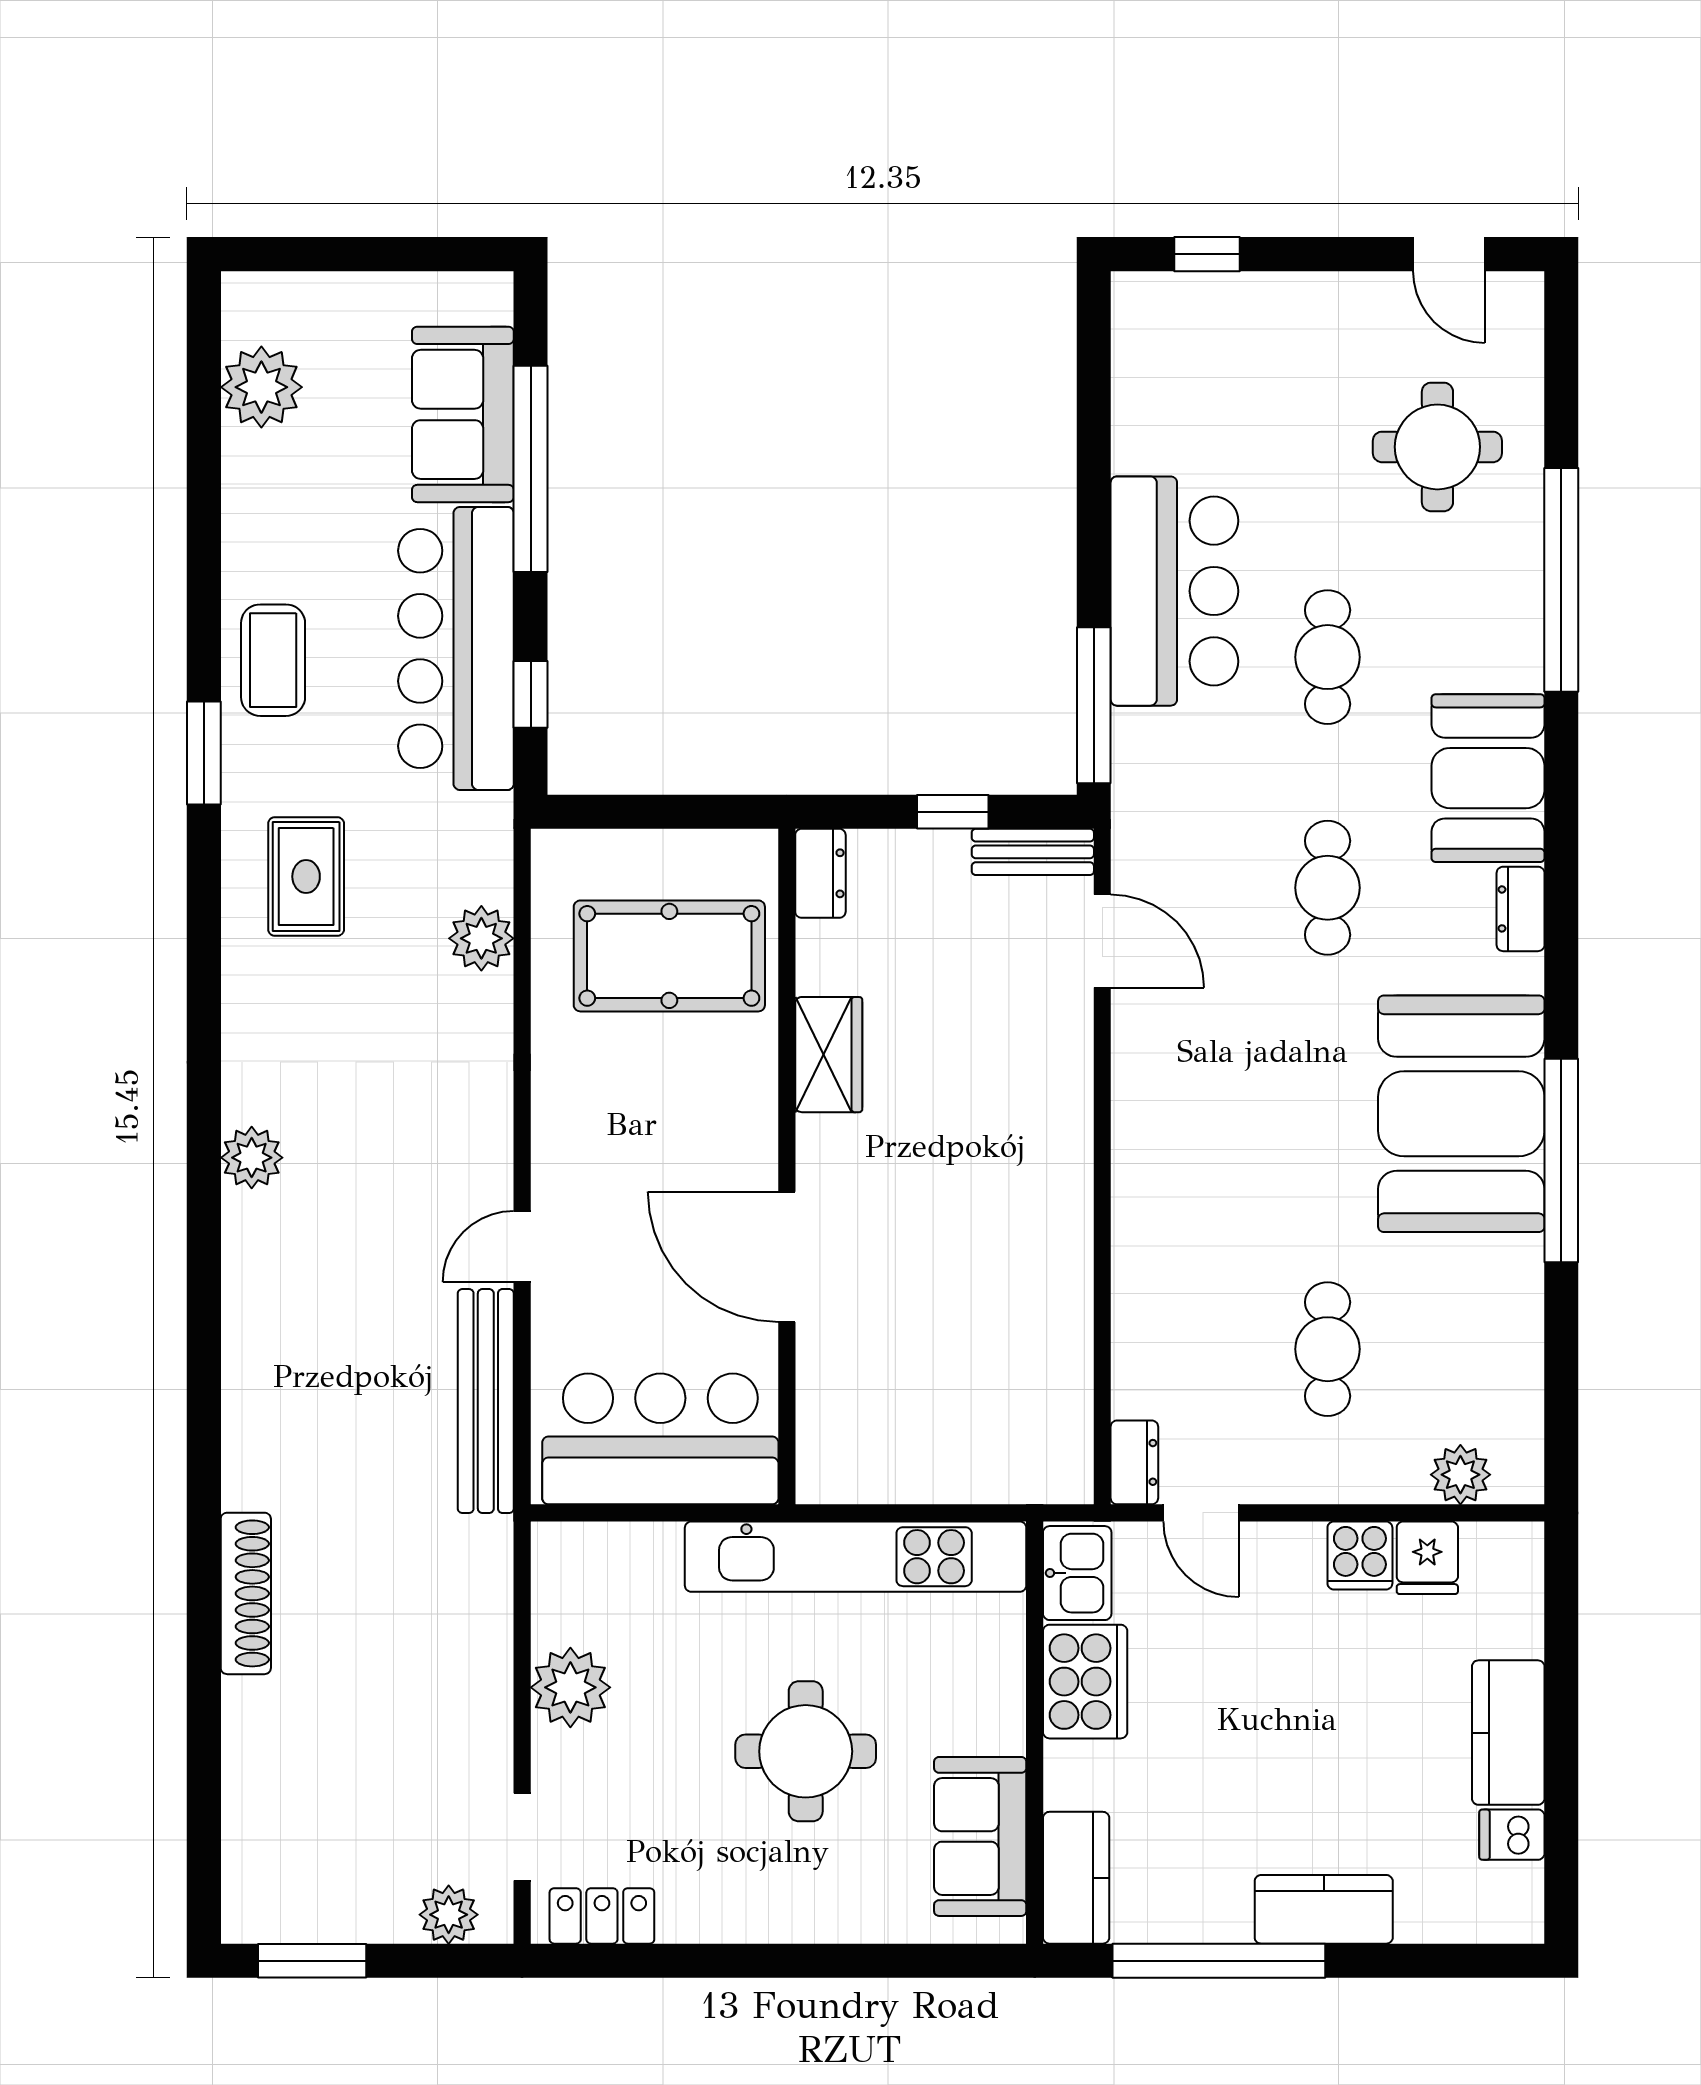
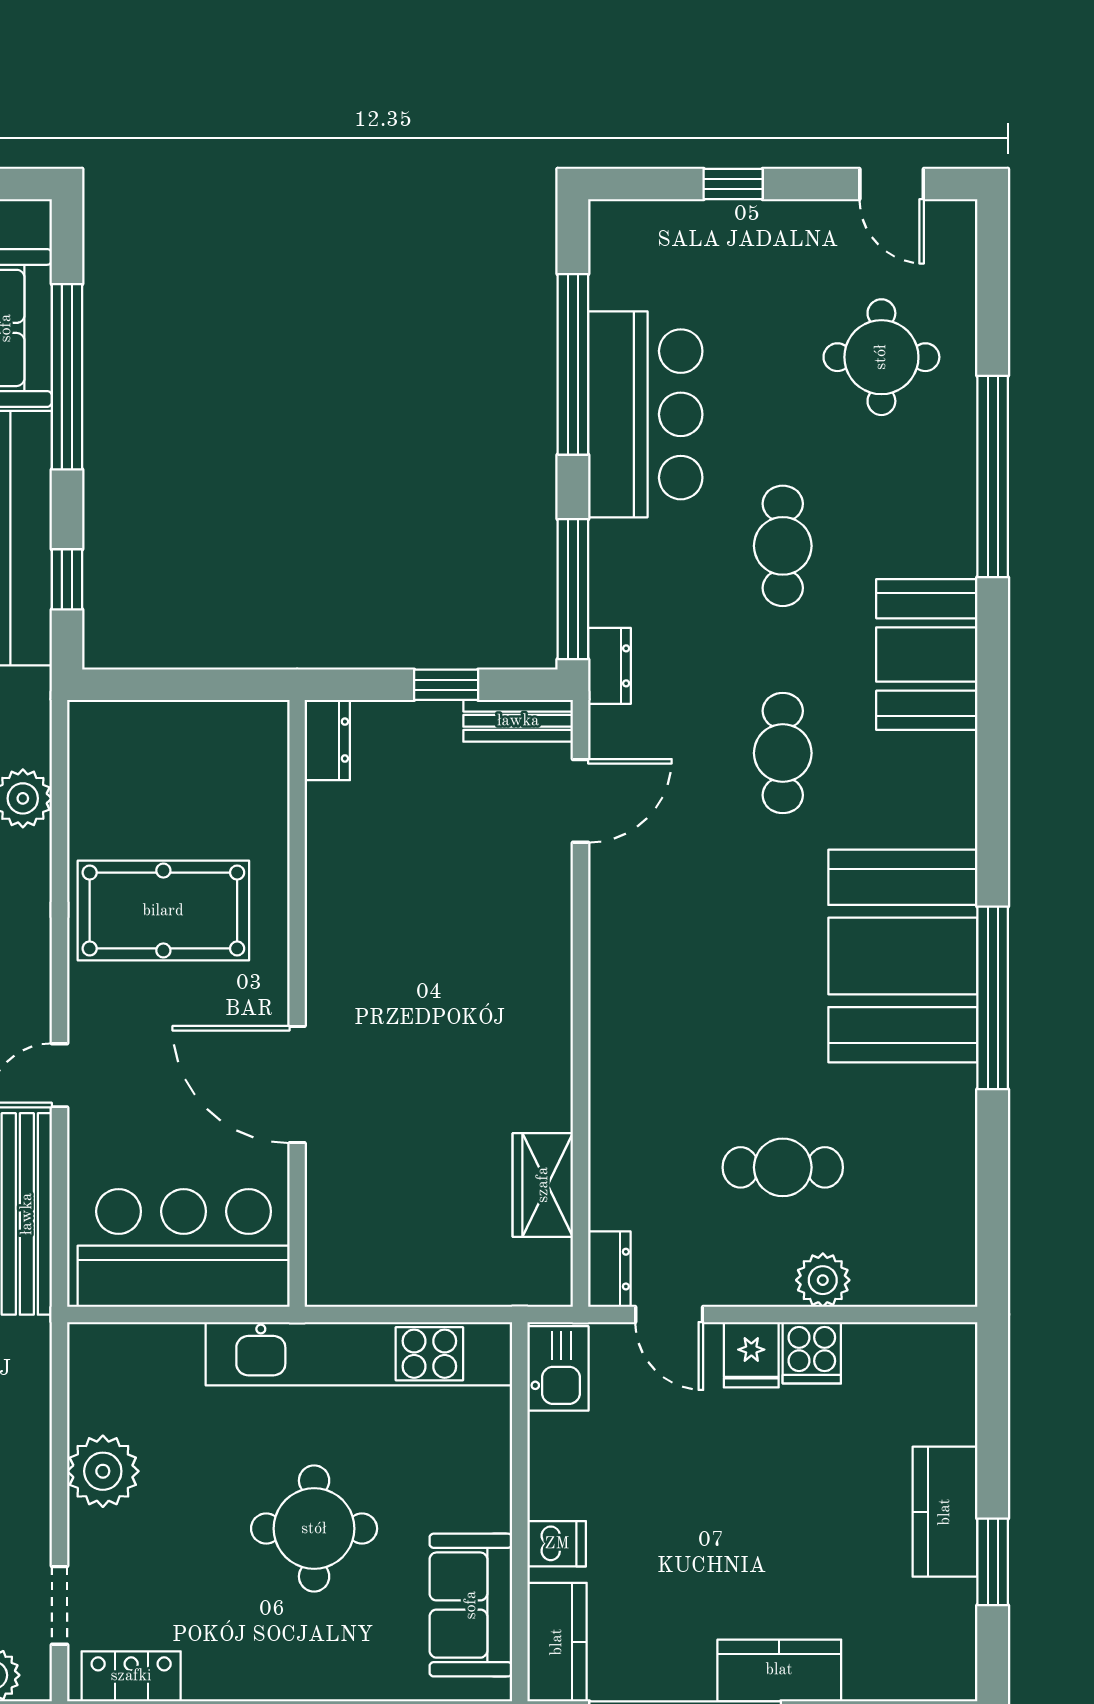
window: (1207, 254) -> (733, 184), moved
window: (1094, 455) -> (573, 364), added
bar counter: (1174, 591) -> (645, 414), moved
dresser: (1521, 909) -> (609, 666), moved, turned 180
door: (1102, 941) -> (580, 801), hinge flipped
pool table: (669, 956) -> (163, 911), moved
wardrobe: (829, 1055) -> (543, 1185), moved, turned 180
cafe table: (1328, 1349) -> (783, 1167), turned 90
plant: (1460, 1475) -> (823, 1280), moved
fridge: (1427, 1558) -> (751, 1355), moved
cooker: (1085, 1682) -> (565, 1466), removed
window: (1561, 1788) -> (993, 1562), added
dishwasher: (1512, 1835) -> (557, 1544), moved, turned 180

